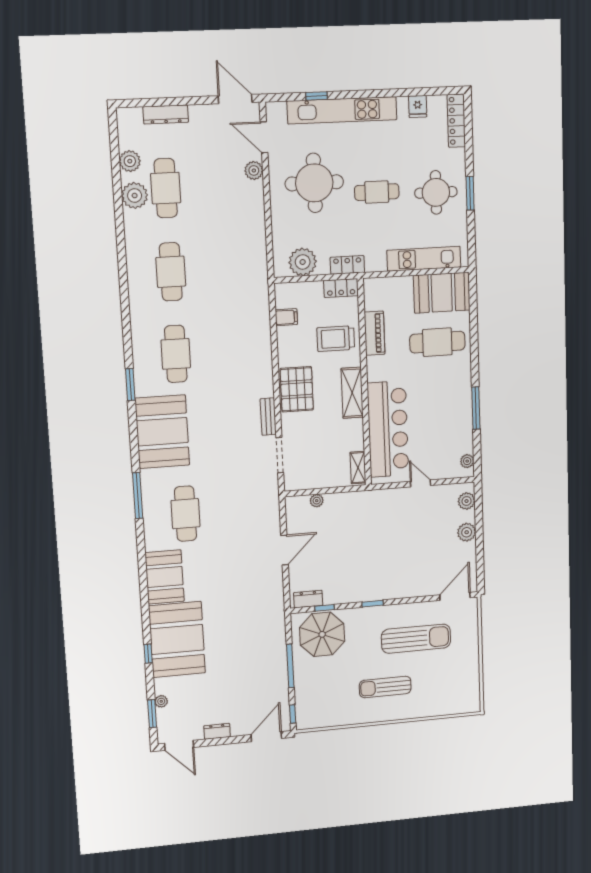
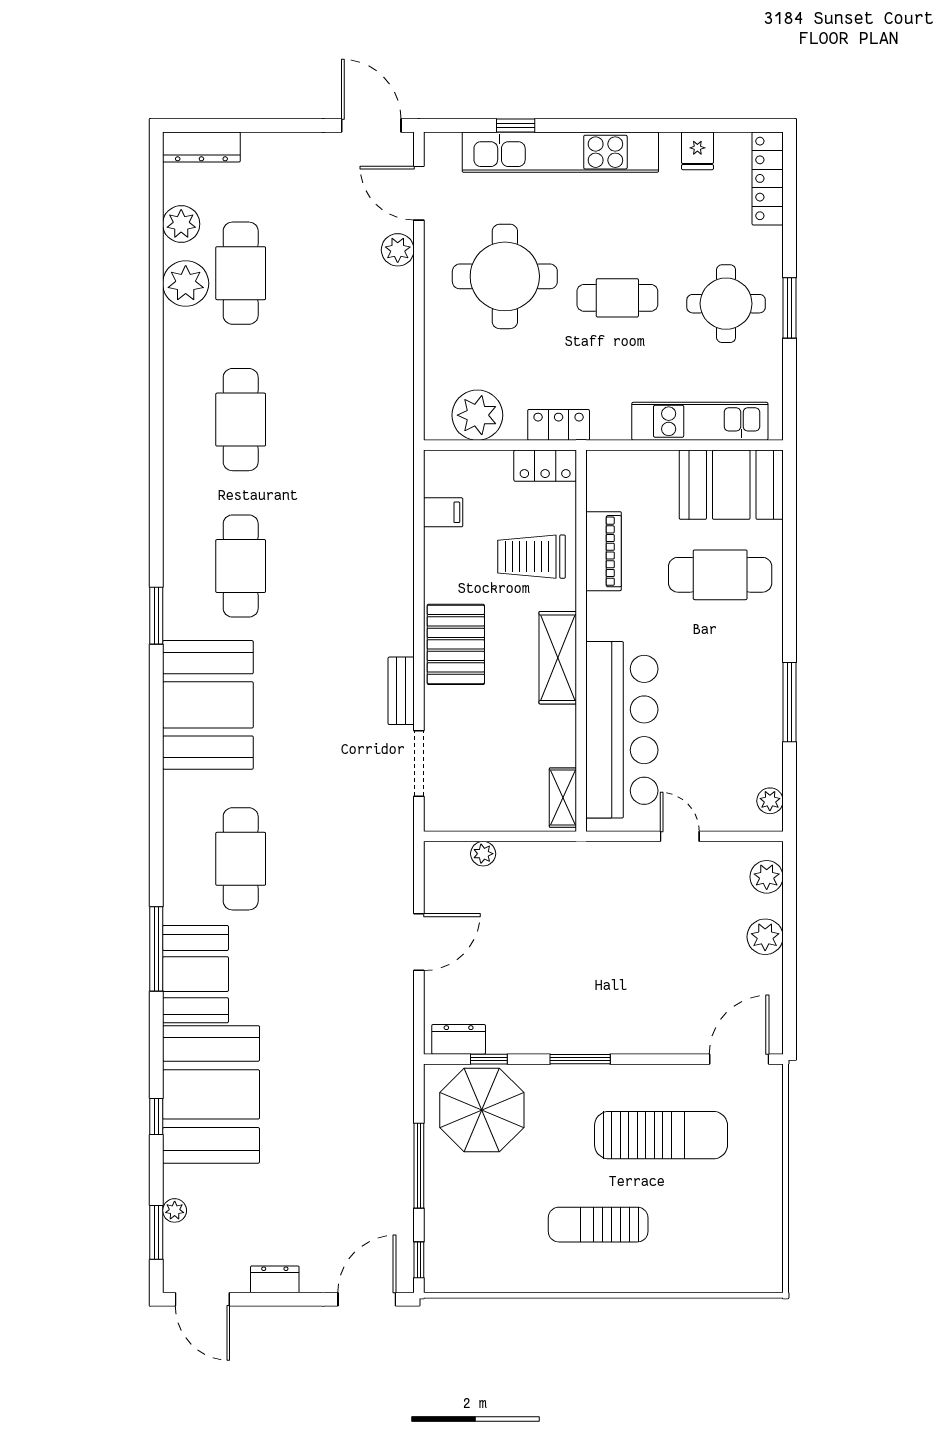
dresser: (166, 114) -> (201, 147), moved
window: (138, 496) -> (156, 949), moved
window: (373, 604) -> (580, 1059), width x1.50

